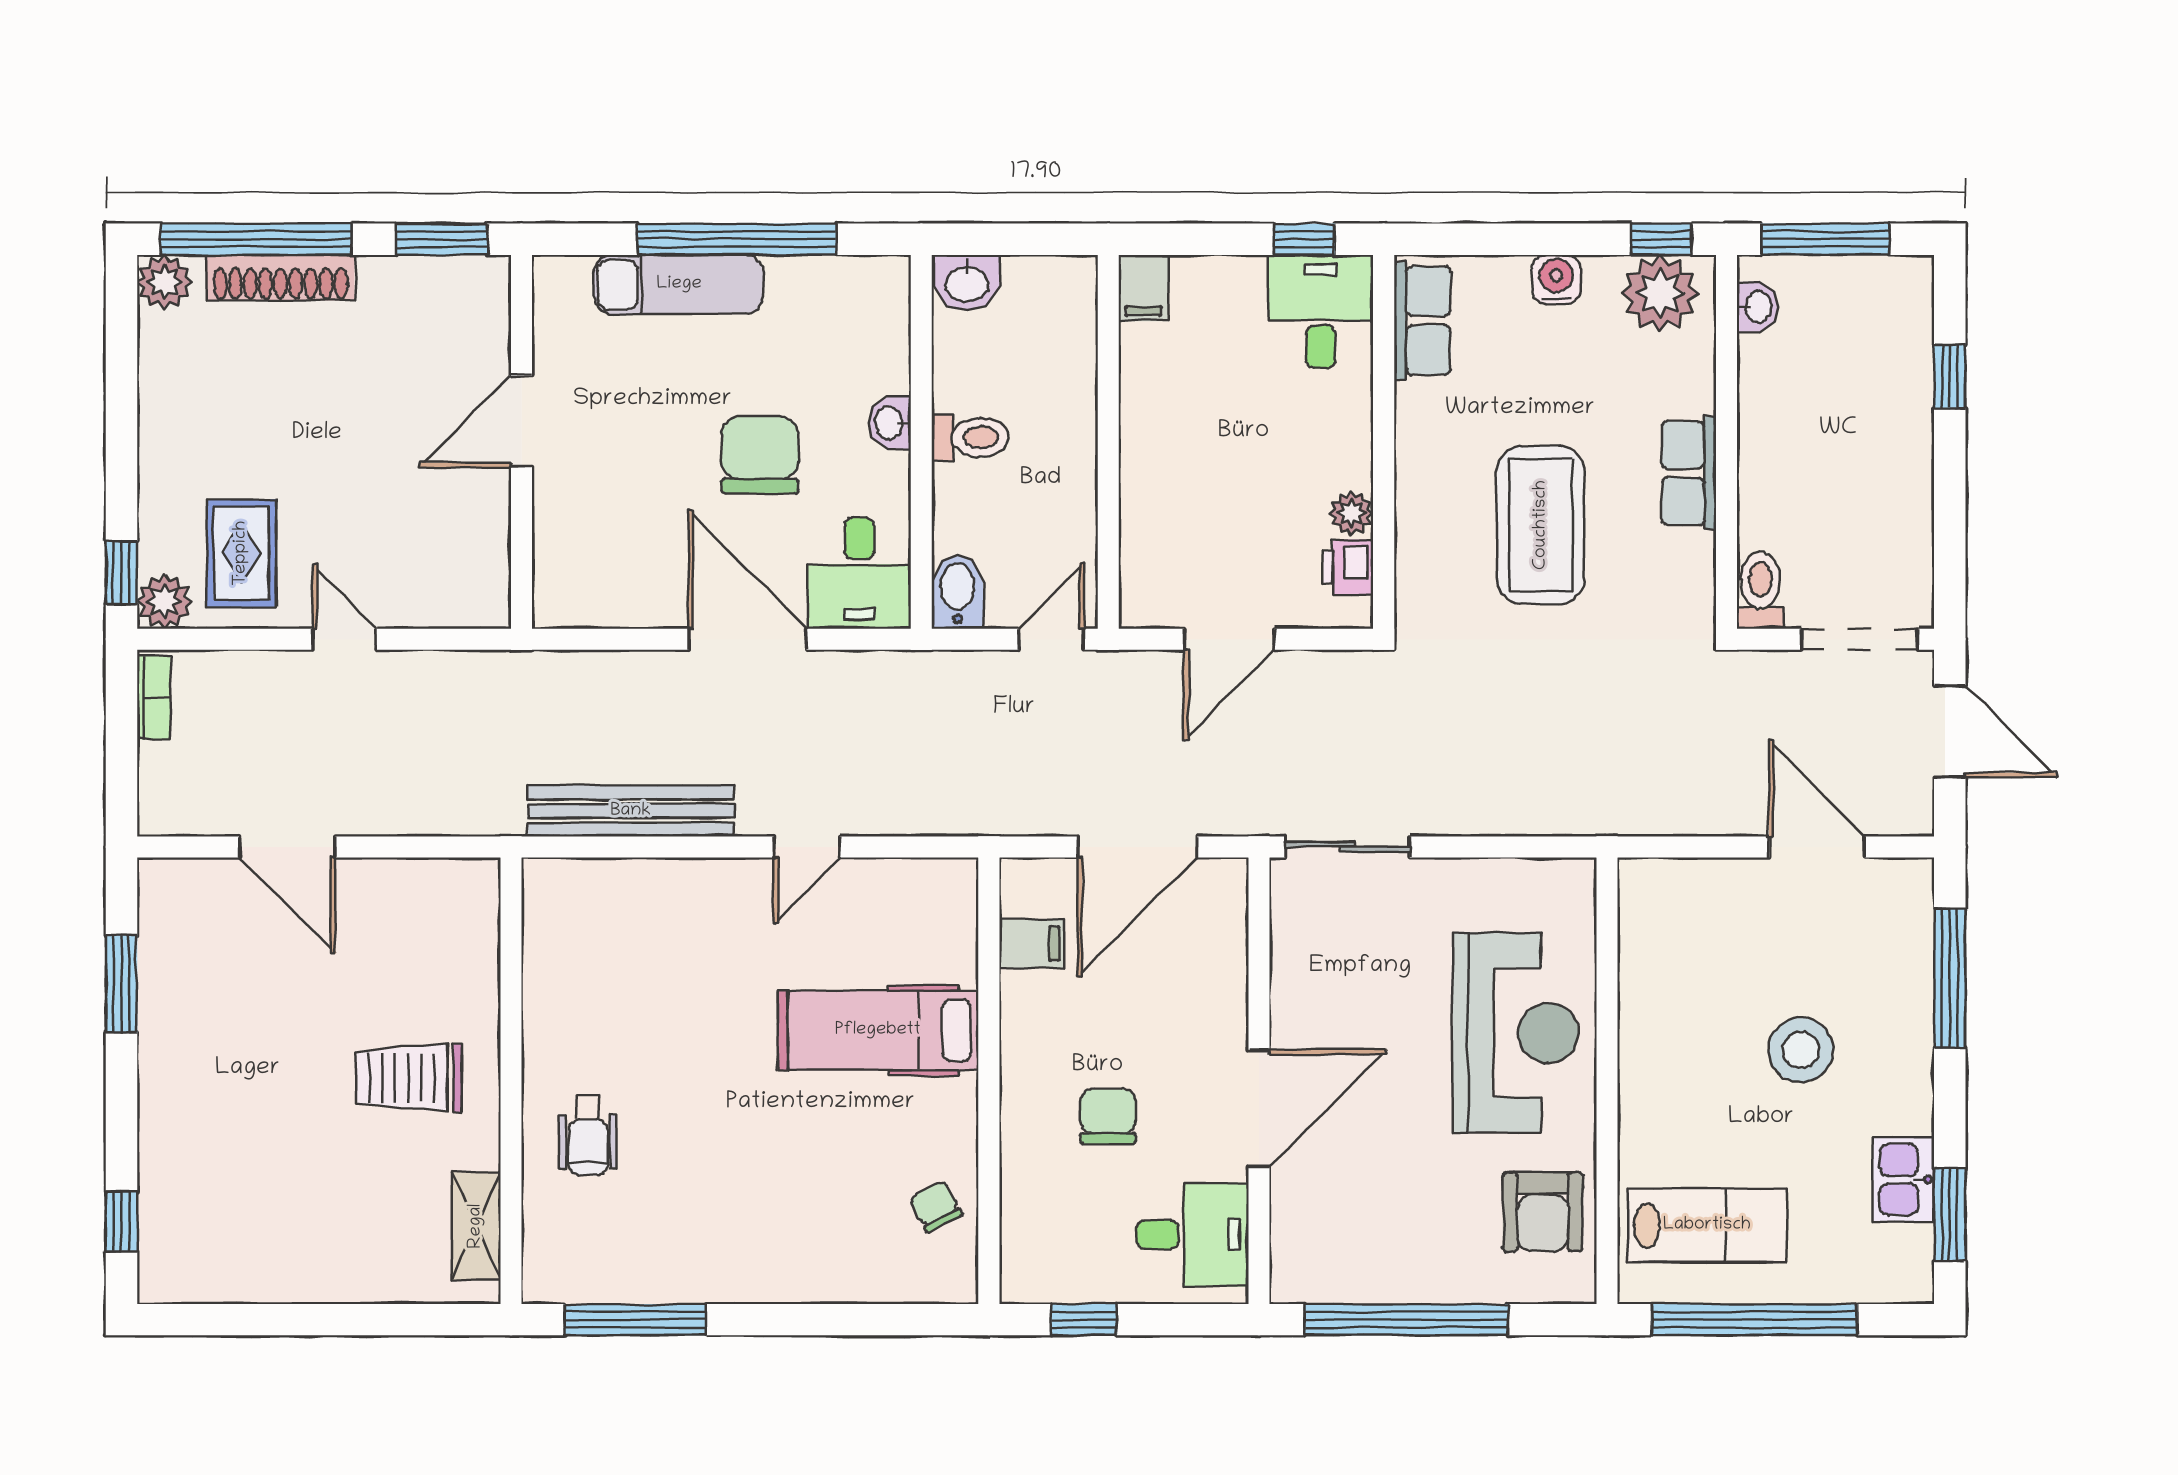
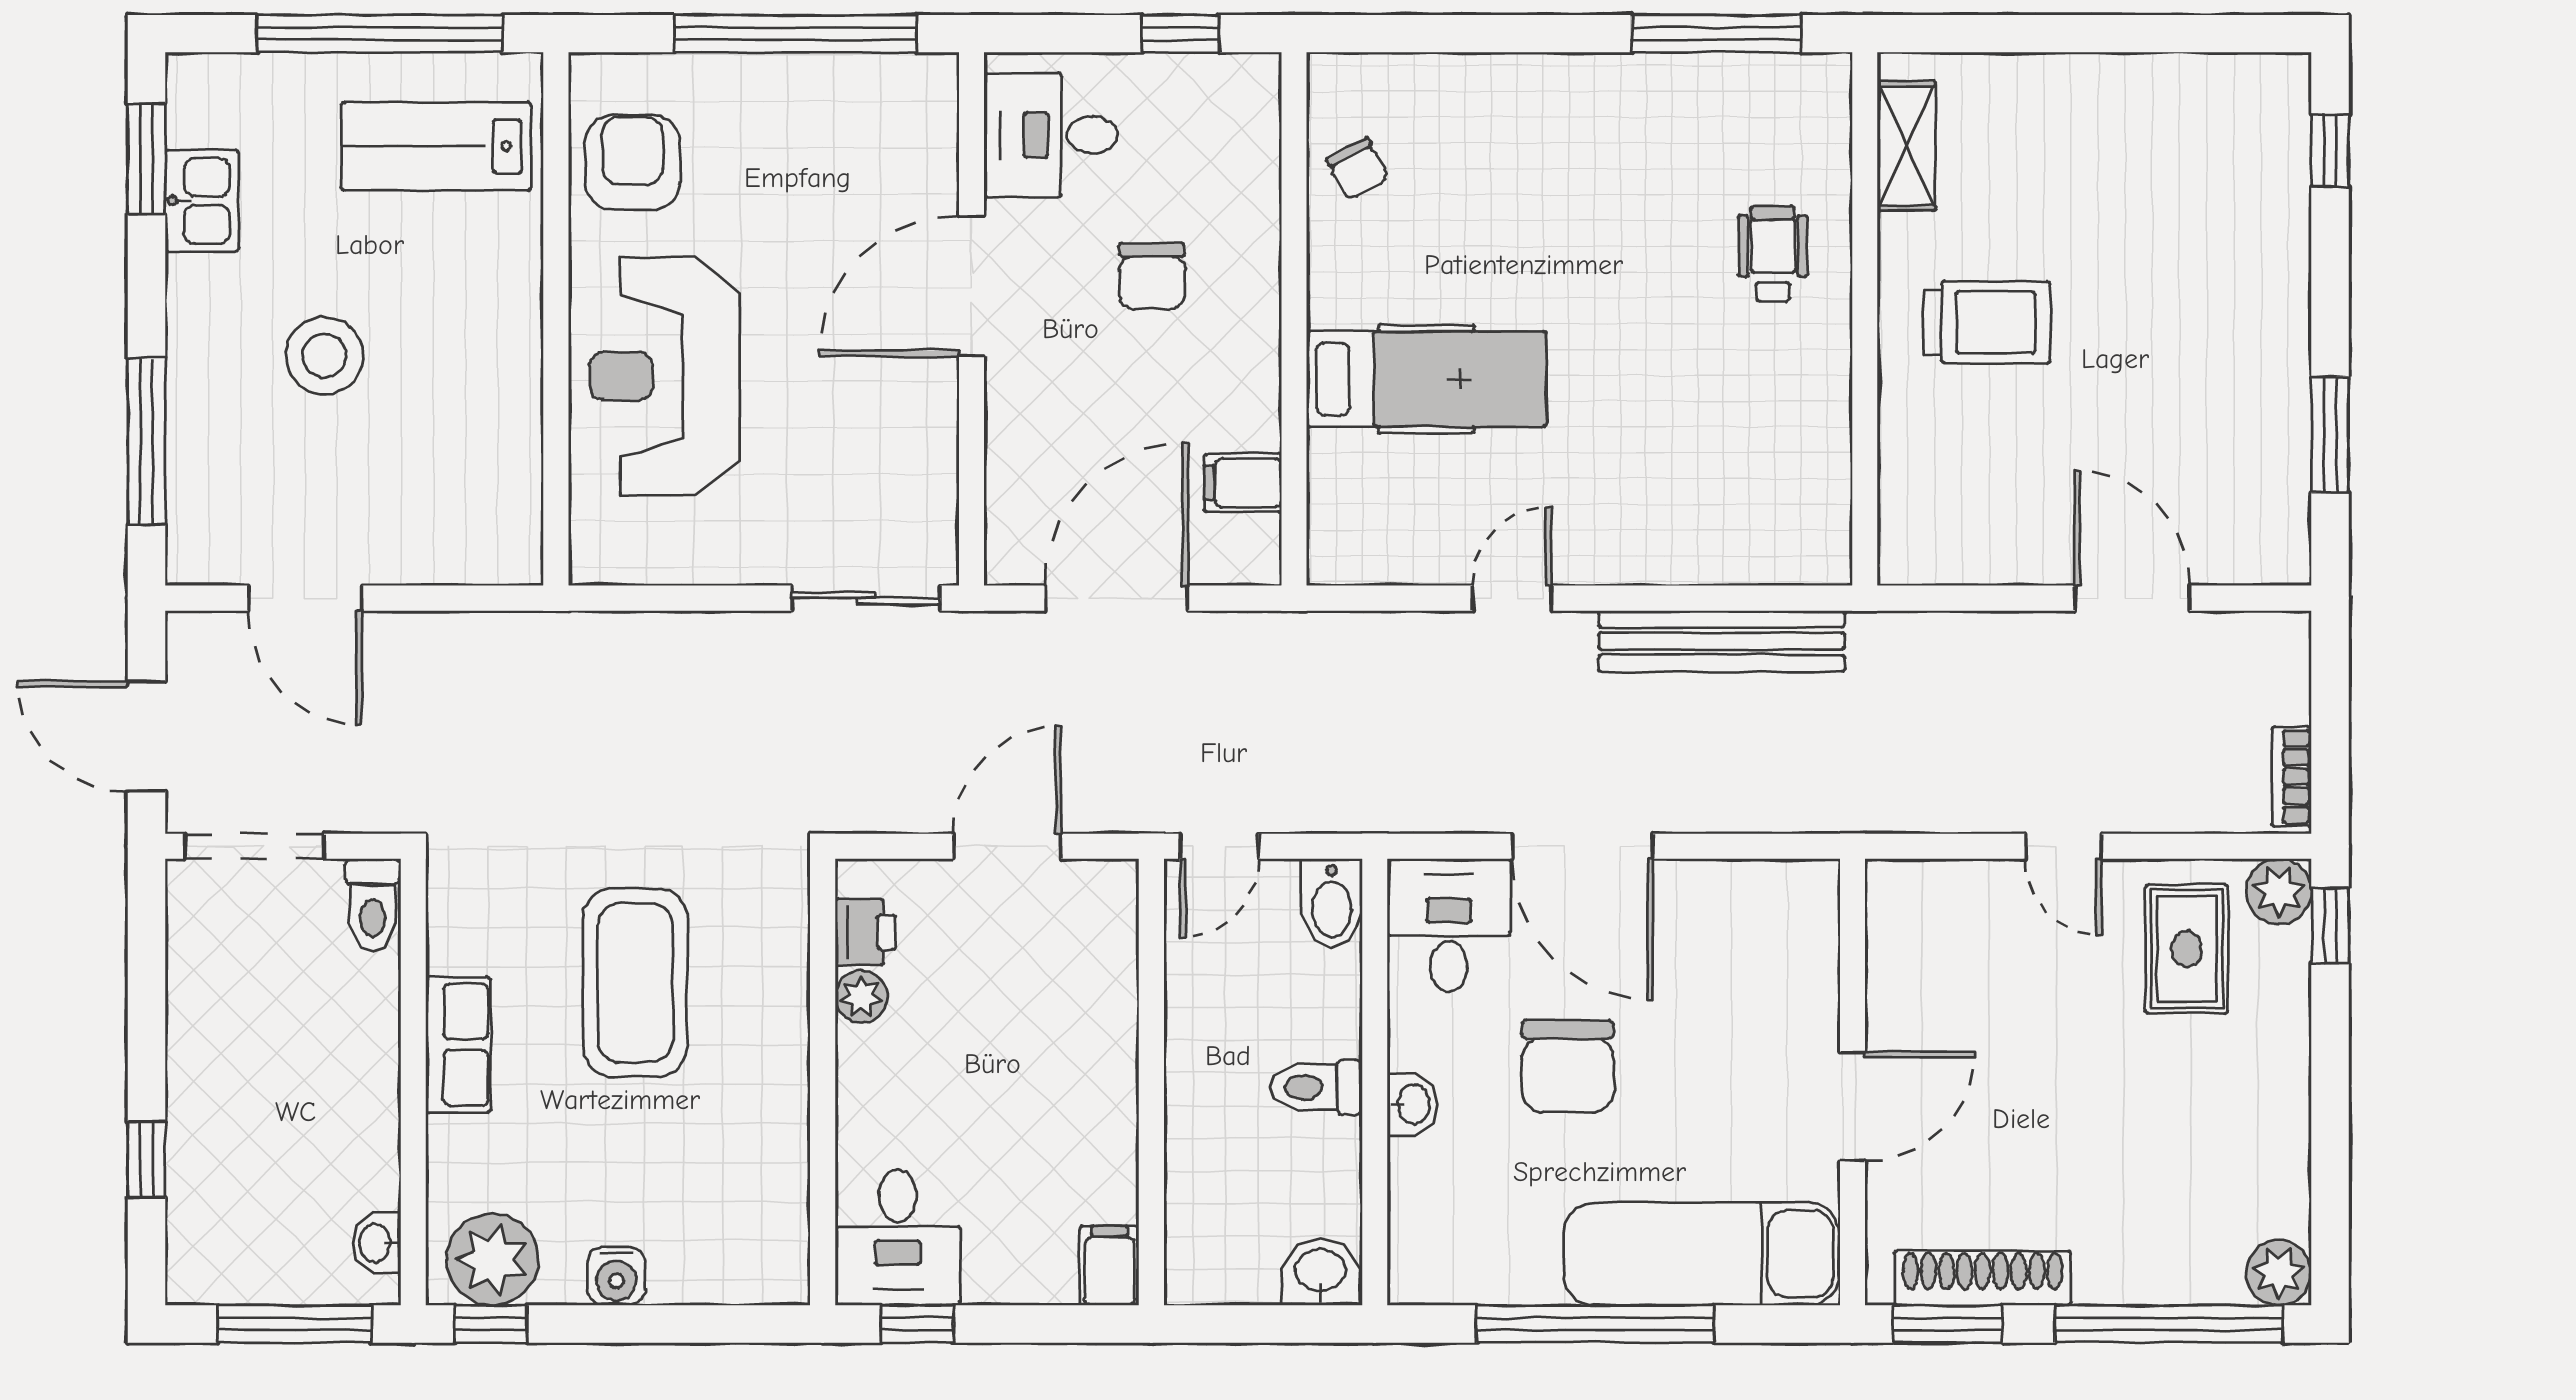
shoe rack: (281, 278) -> (1983, 1278), moved
exam couch: (679, 284) -> (1701, 1254), width x1.36, depth x1.45
row of seats: (1422, 320) -> (776, 1227), removed

